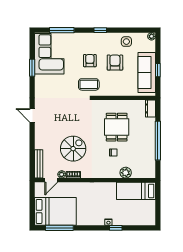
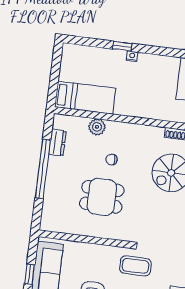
dresser: (150, 108) -> (57, 143), moved
dining table: (117, 127) -> (102, 197), turned 90

